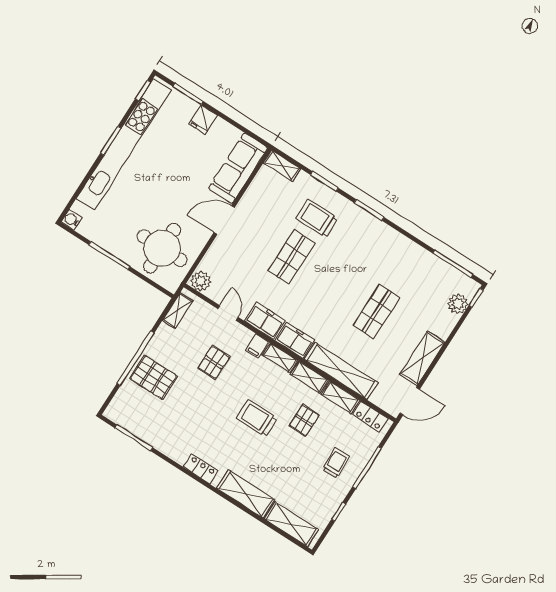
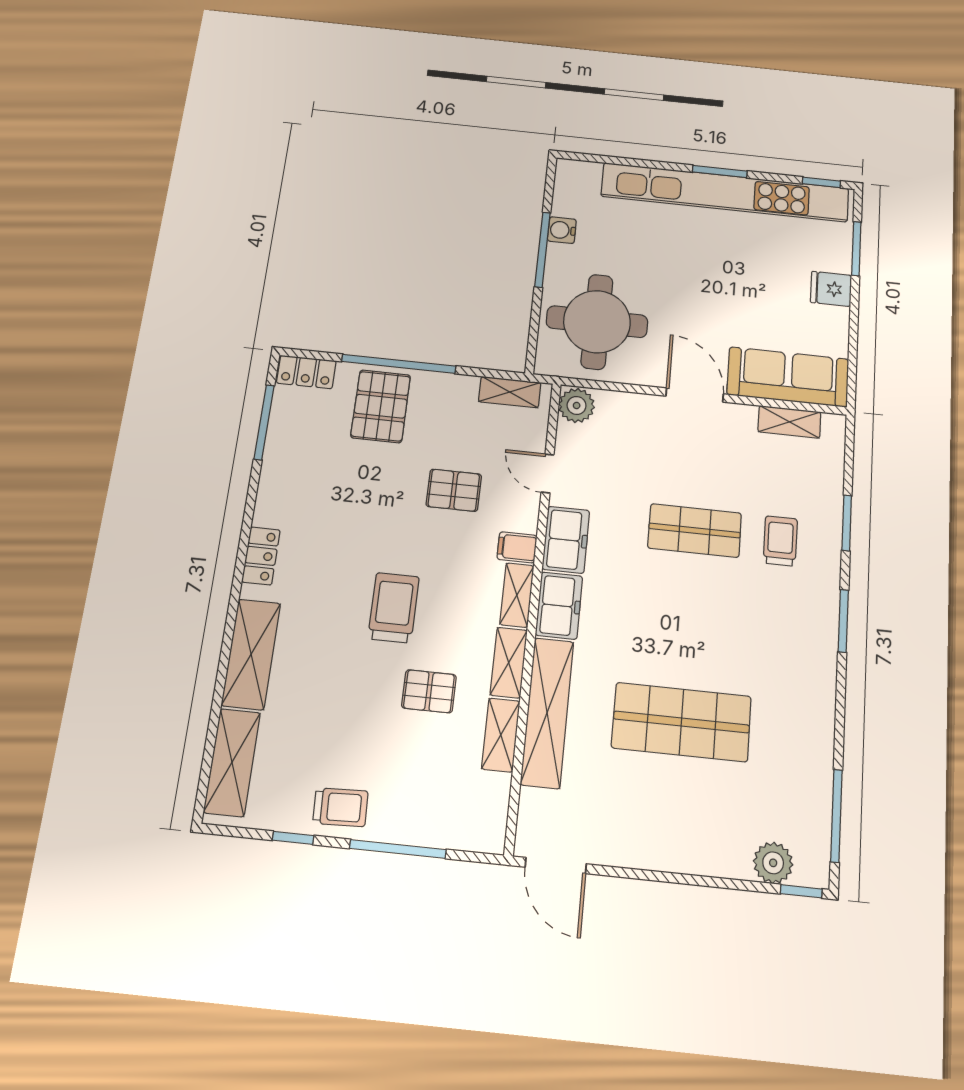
shelving: (282, 166) -> (789, 422), moved, turned 90
trolley: (317, 218) -> (780, 541), width x0.73, depth x0.72
water cooler: (72, 220) -> (562, 230), moved, turned -90
shop shelf: (376, 312) -> (681, 722), width x1.43, depth x1.36
door: (228, 313) -> (548, 473), swing flipped
shelving: (422, 358) -> (644, 848), removed
locker: (370, 417) -> (306, 372), moved, turned -90
trolley: (336, 463) -> (340, 807), moved

